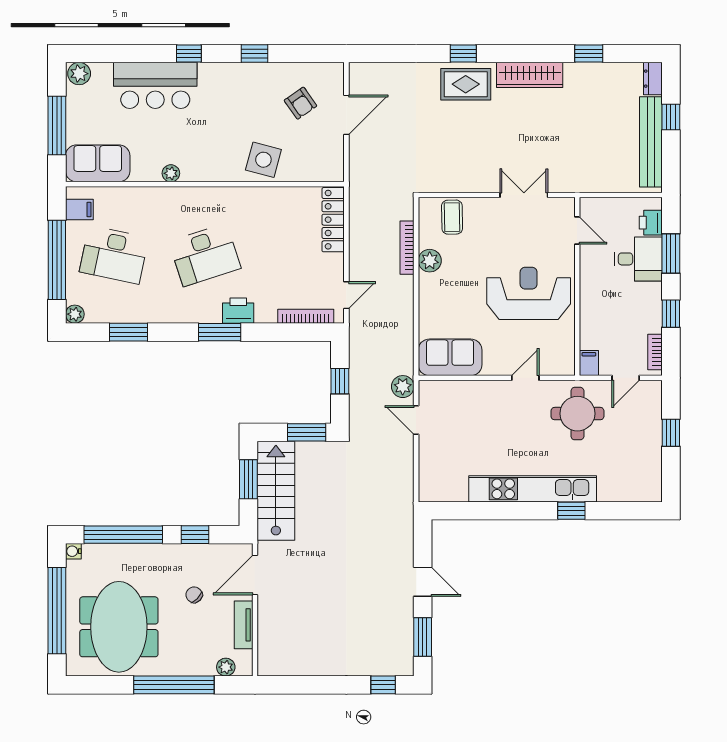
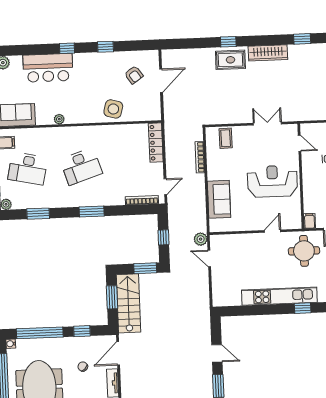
plant: (430, 261) -> (213, 164), removed
printer: (238, 311) -> (102, 198), removed
sofa: (450, 357) -> (219, 199), moved, turned 90

